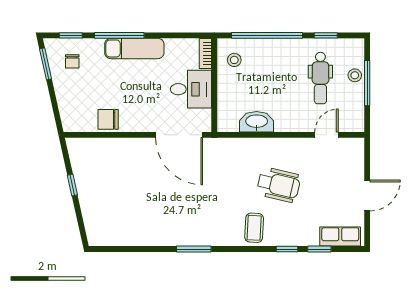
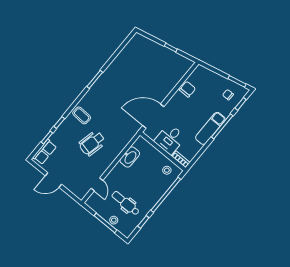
door: (367, 196) -> (53, 180), hinge flipped

